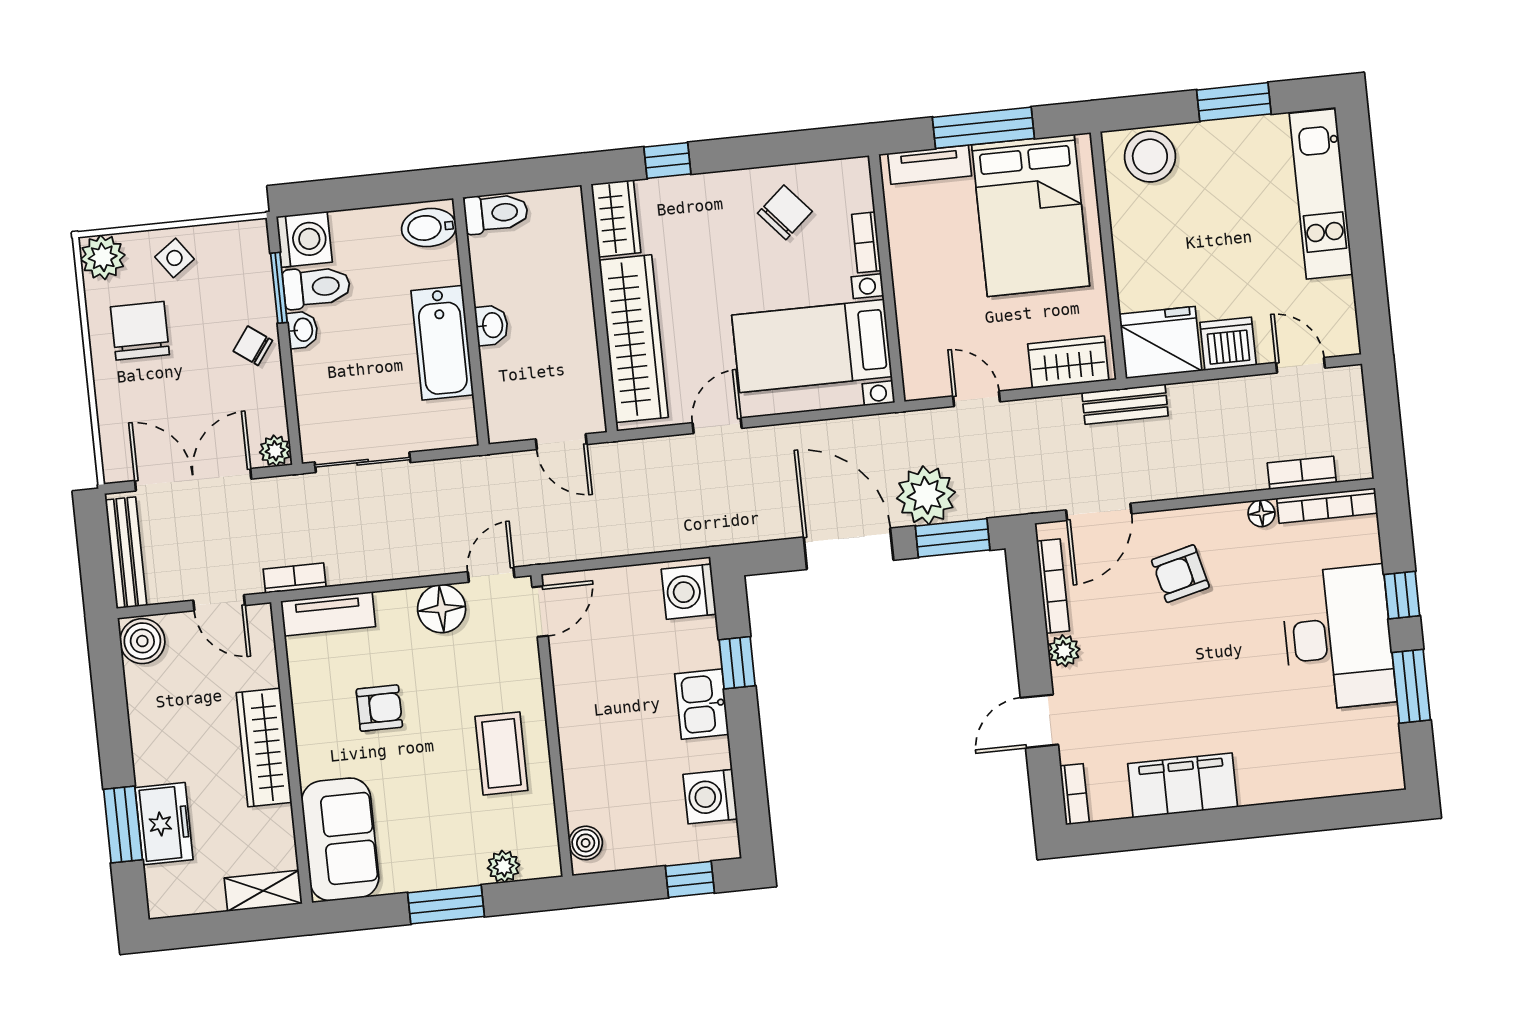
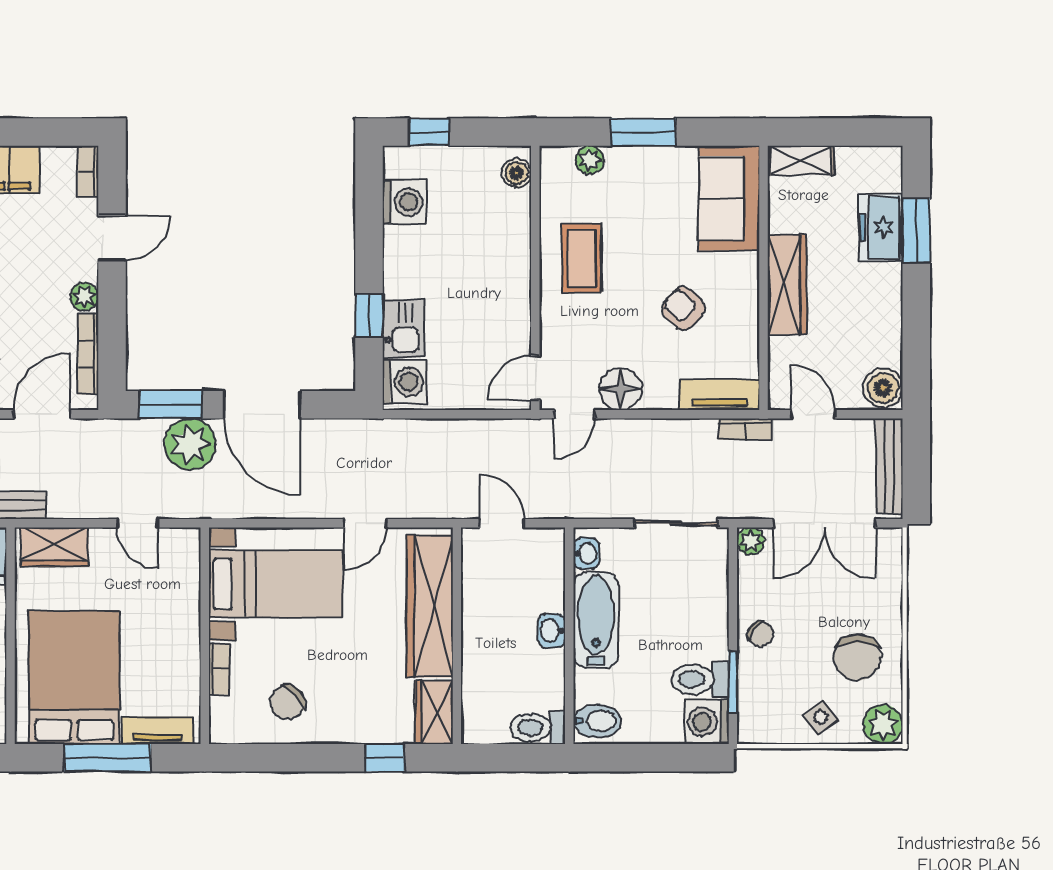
washbasin: (302, 330) -> (586, 553), moved, turned 180
kitchen sink: (702, 704) -> (403, 328), moved
armchair: (379, 708) -> (683, 308), turned 43

